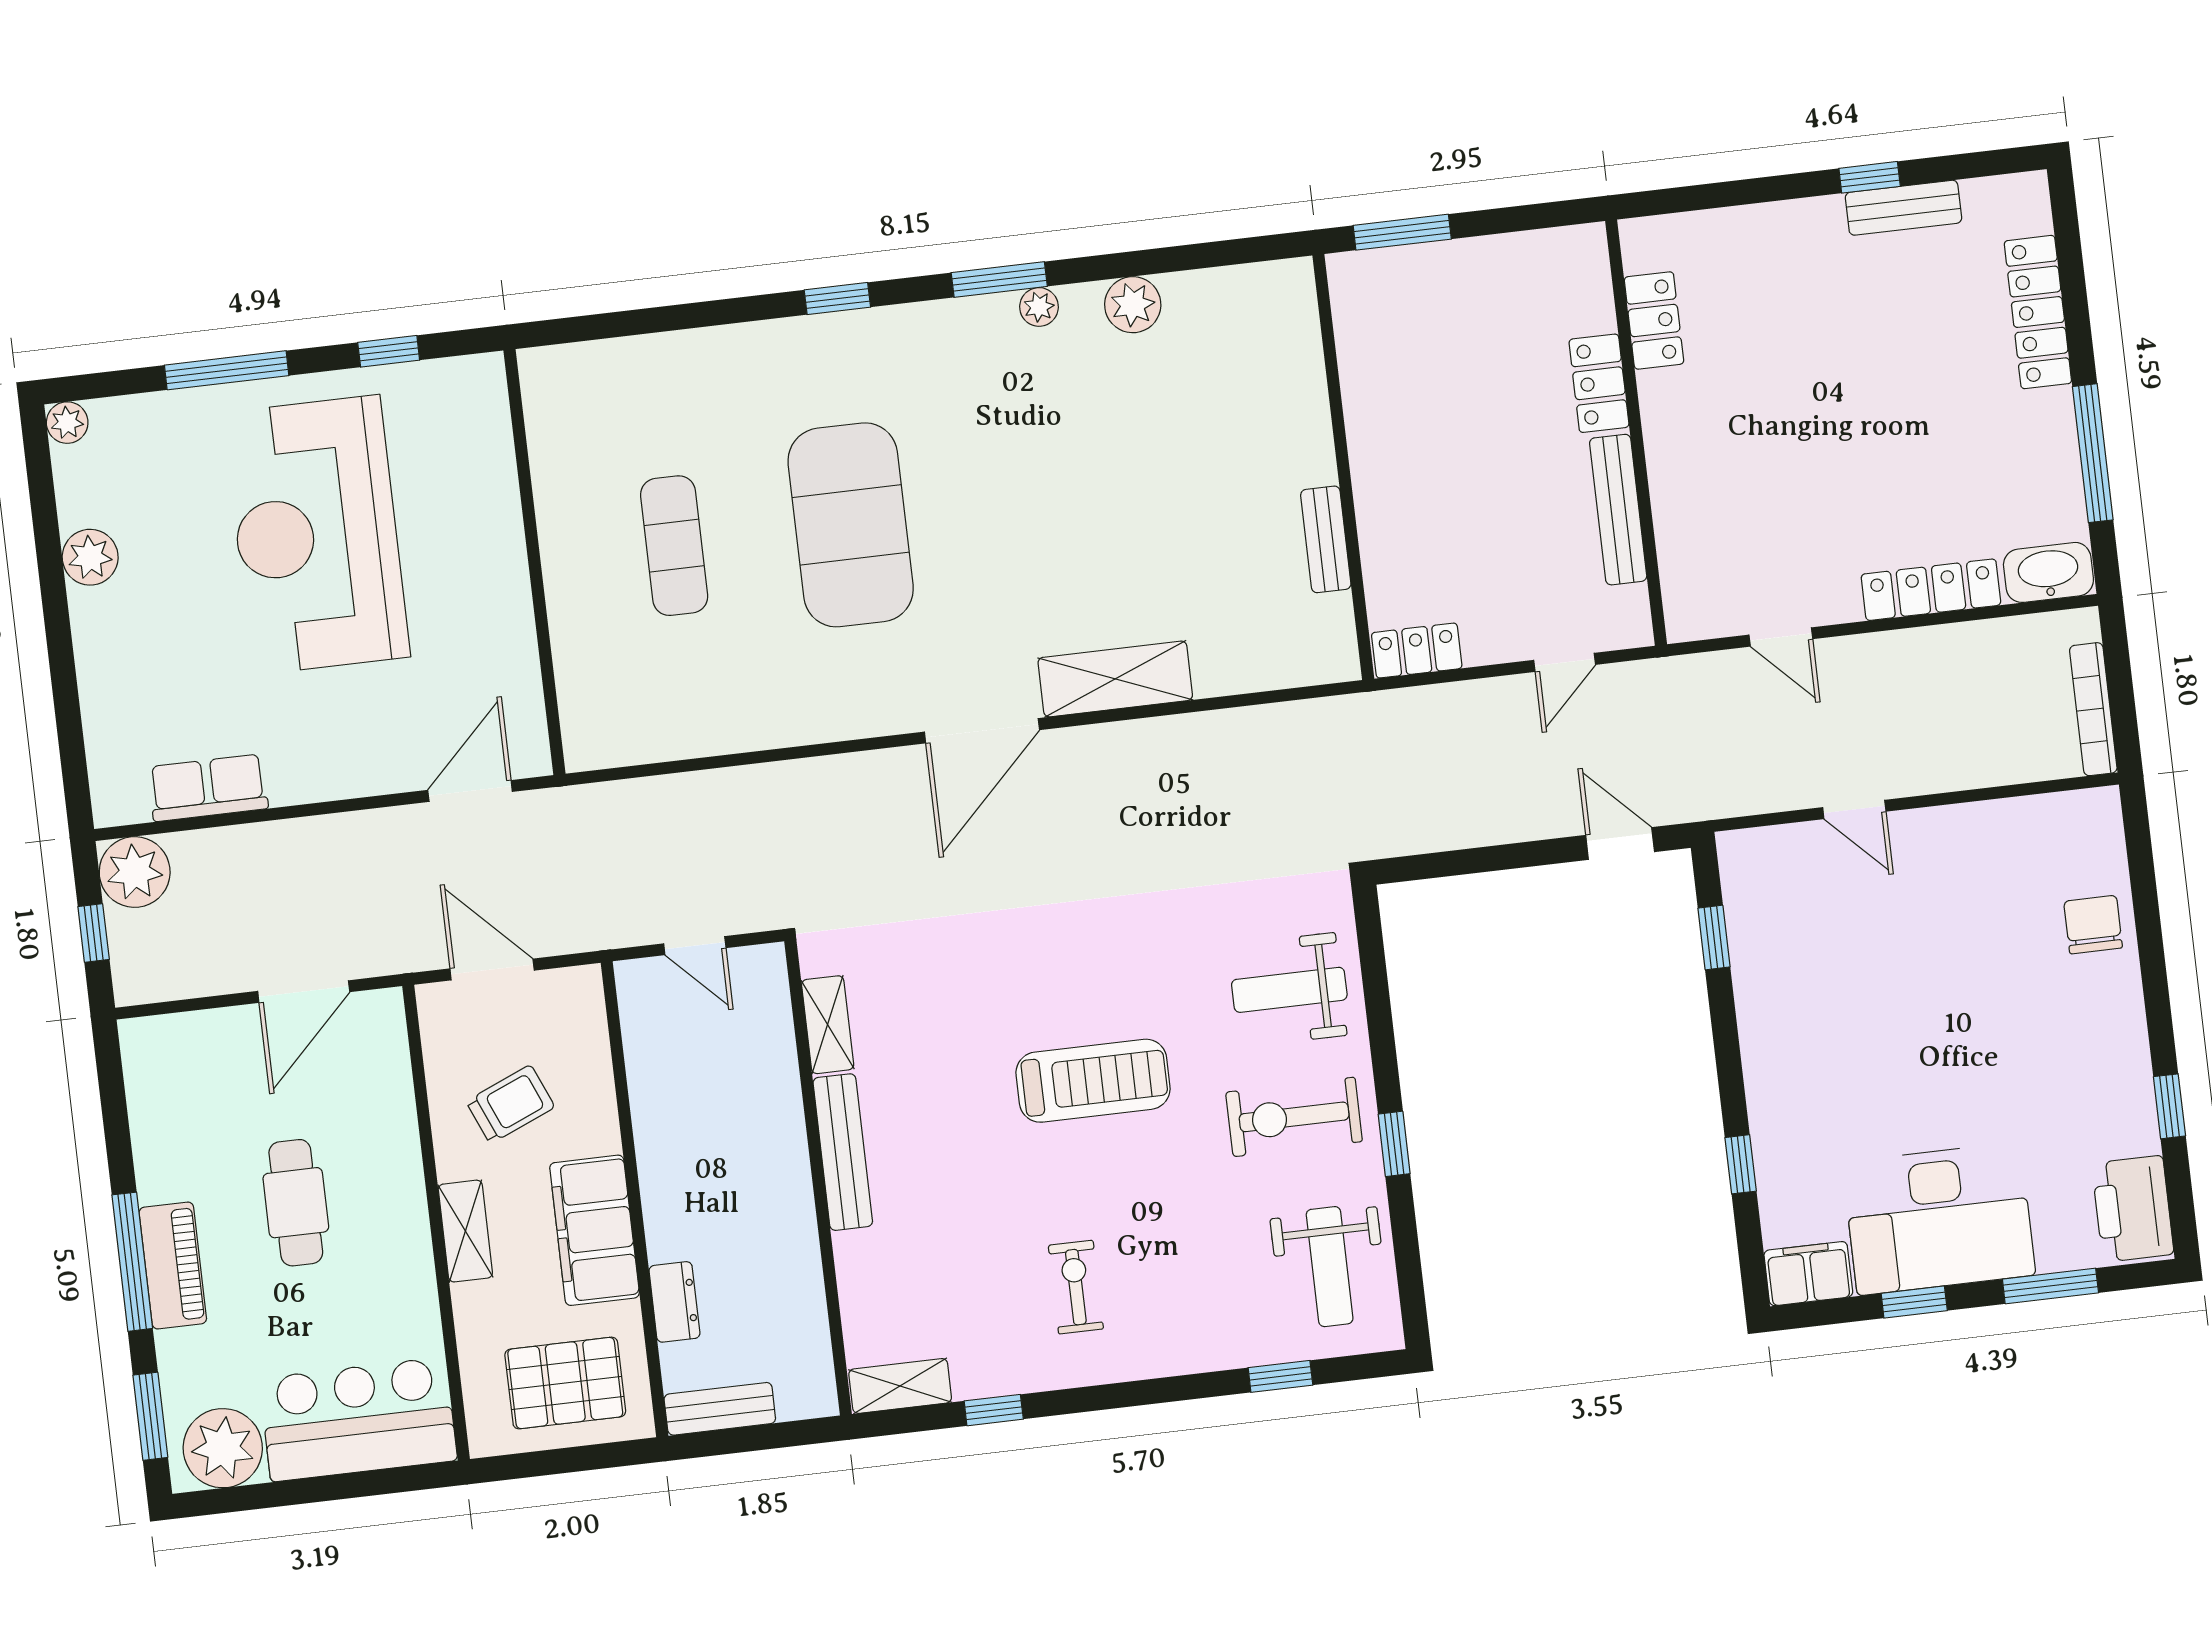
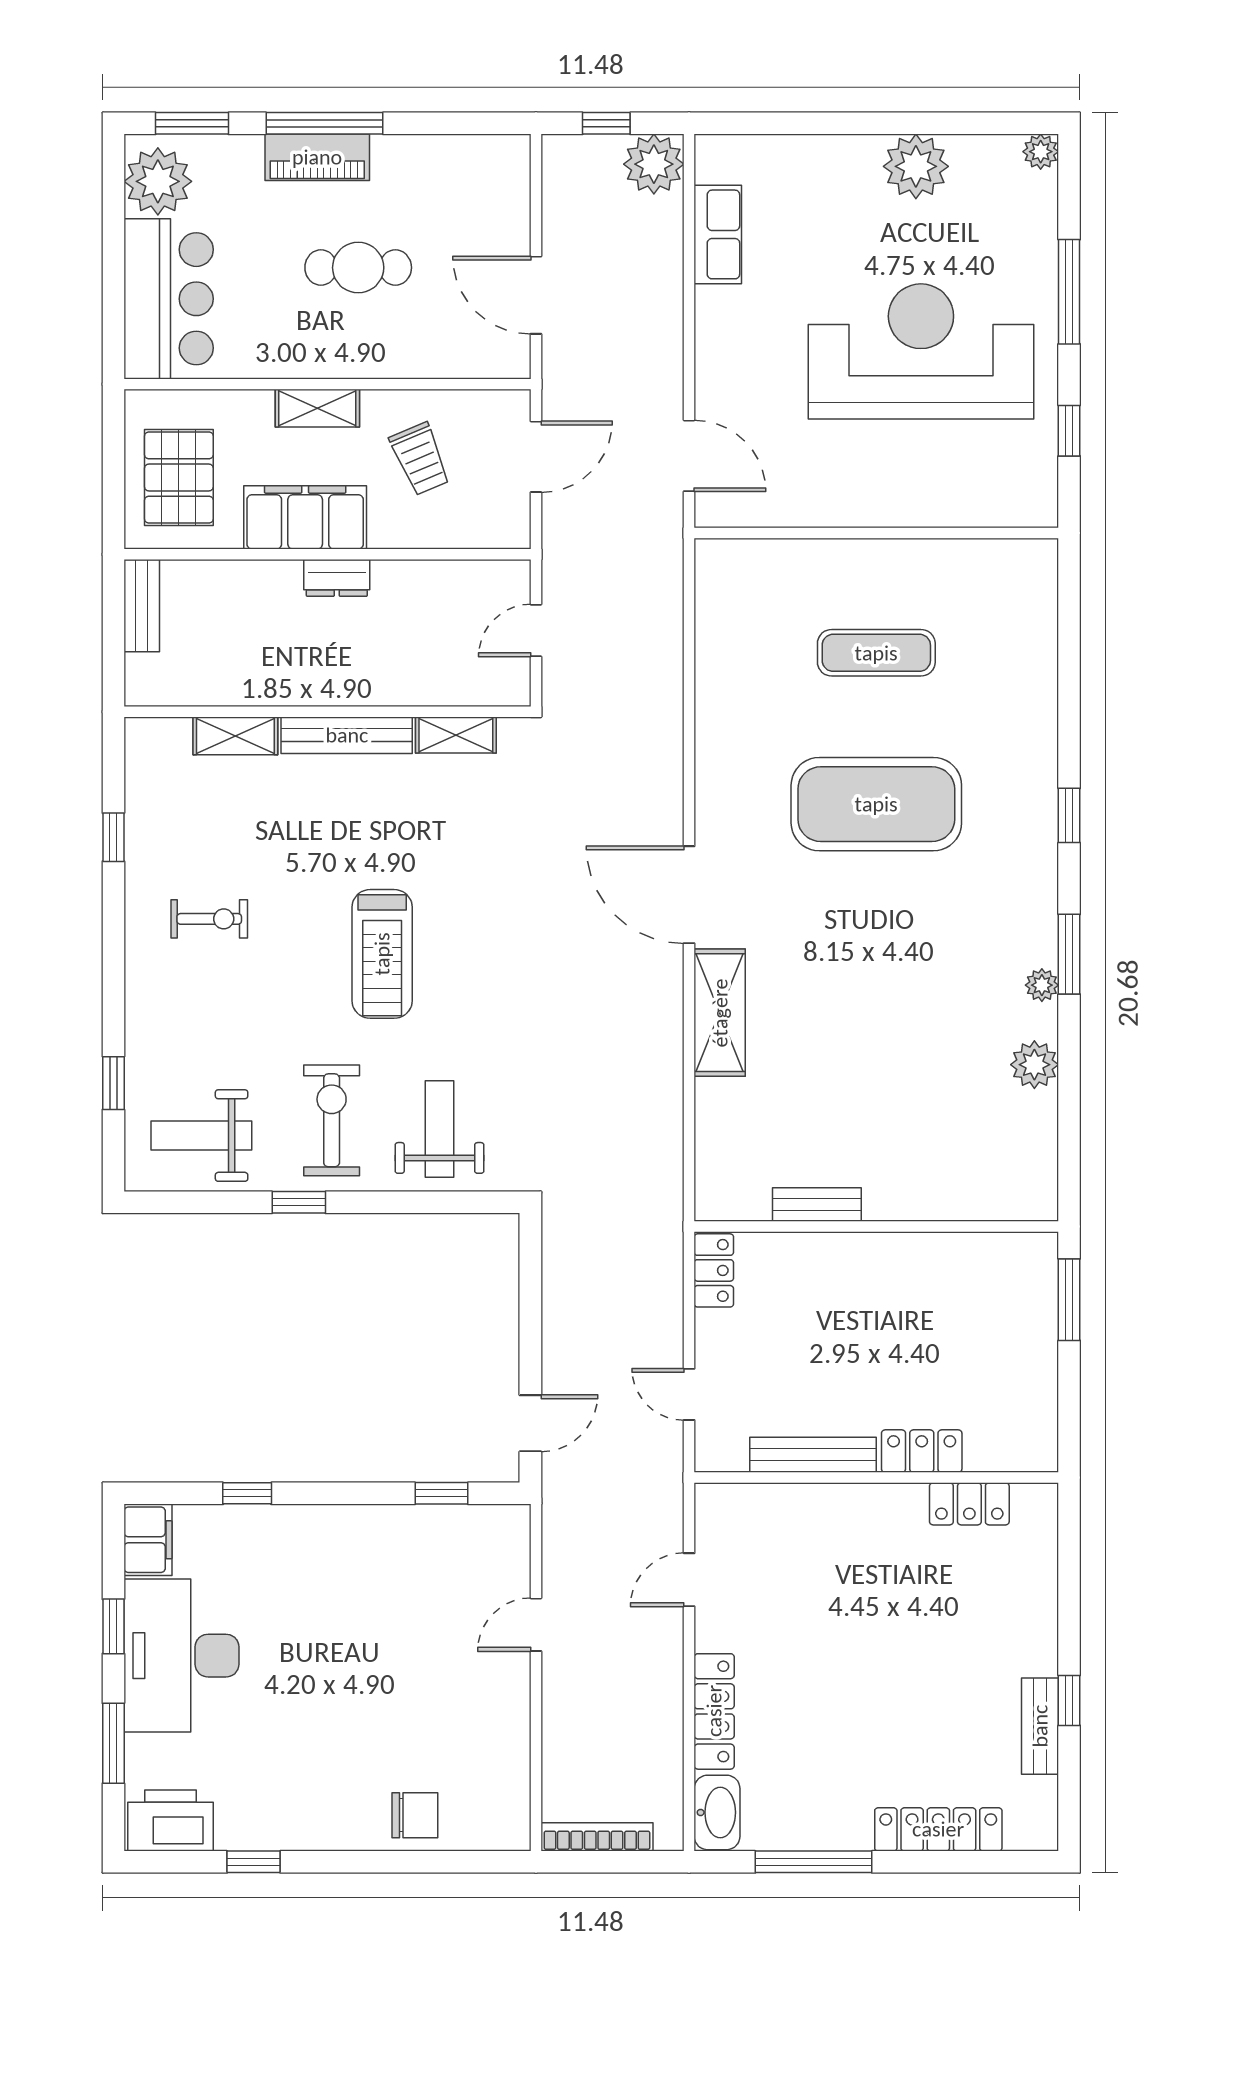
plant: (90, 557) -> (916, 166), width x1.36, depth x1.36
dresser: (674, 1302) -> (337, 578), moved
shelving: (900, 1386) -> (235, 736), moved, turned 90

